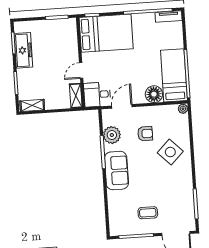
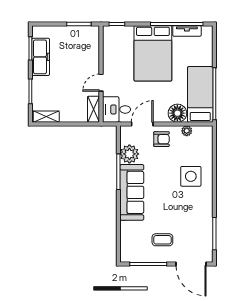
tv unit: (169, 16) -> (187, 31), moved
bed: (106, 33) -> (153, 53), moved, turned 90
plant: (183, 109) -> (187, 131), moved
armchair: (145, 134) -> (161, 139), moved
side table: (170, 152) -> (191, 176), turned 45
sofa: (116, 171) -> (132, 192), width x1.36

